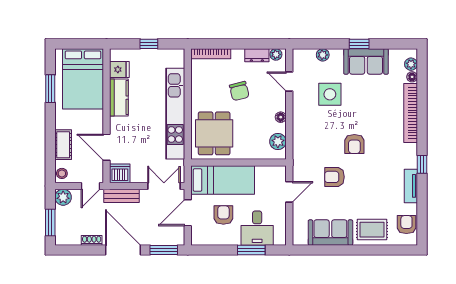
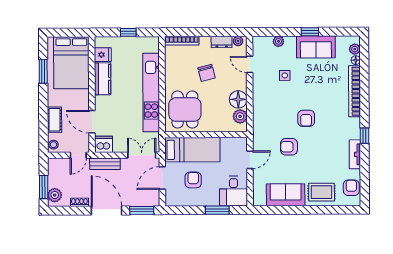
side table: (330, 94) -> (285, 75), width x0.54, depth x0.54
floor lamp: (281, 117) -> (238, 99), width x1.89, depth x1.89
plant: (63, 197) -> (55, 195), moved
desk: (257, 228) -> (233, 191), moved

